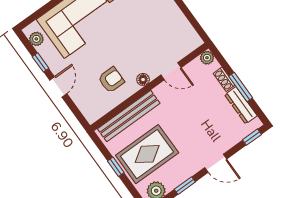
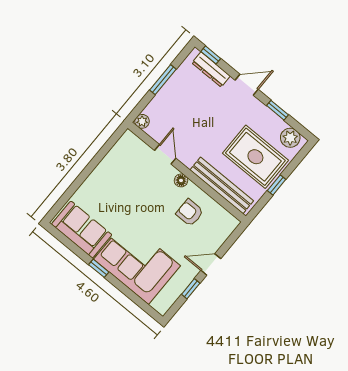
plant: (36, 39) -> (168, 299), removed
shoe rack: (224, 79) -> (159, 98), removed
dresser: (241, 105) -> (211, 69), moved, turned 90
door: (216, 163) -> (247, 85), hinge flipped

